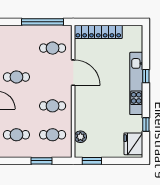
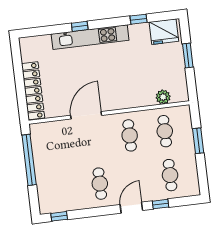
cafe table: (53, 48) -> (59, 144), removed
window: (92, 161) -> (188, 55), moved

